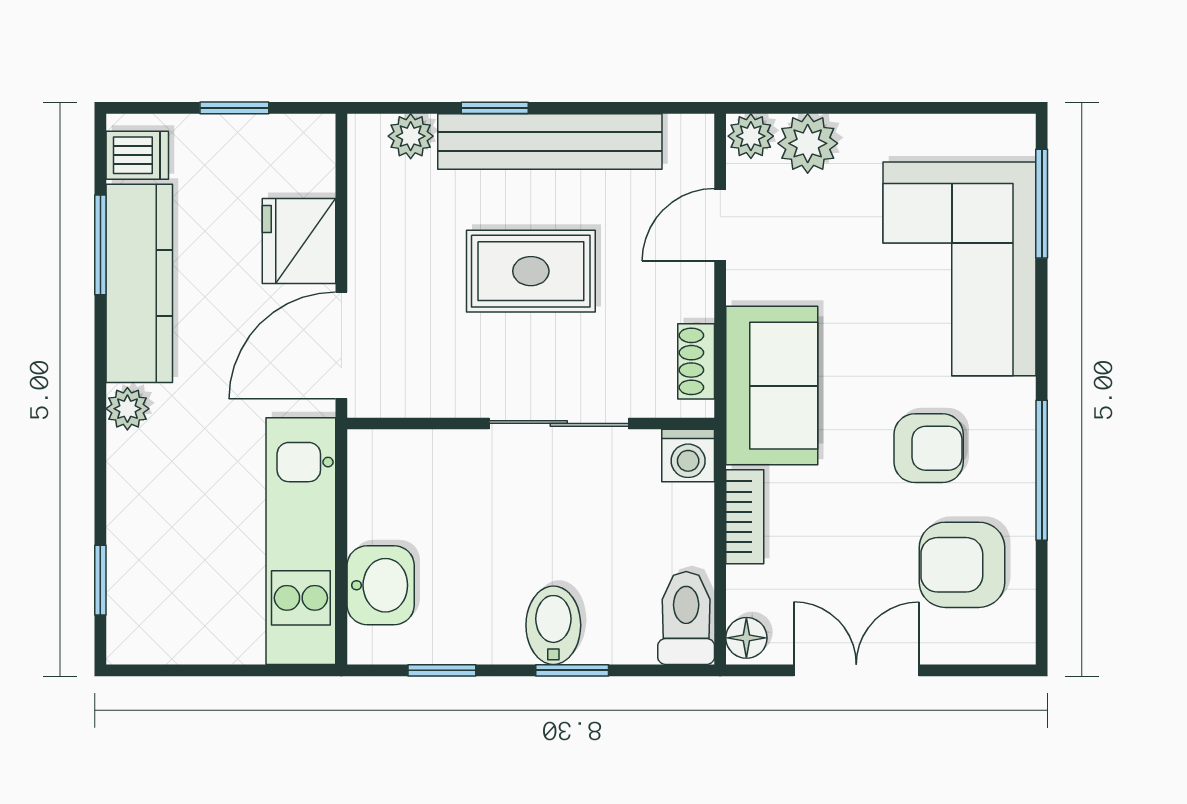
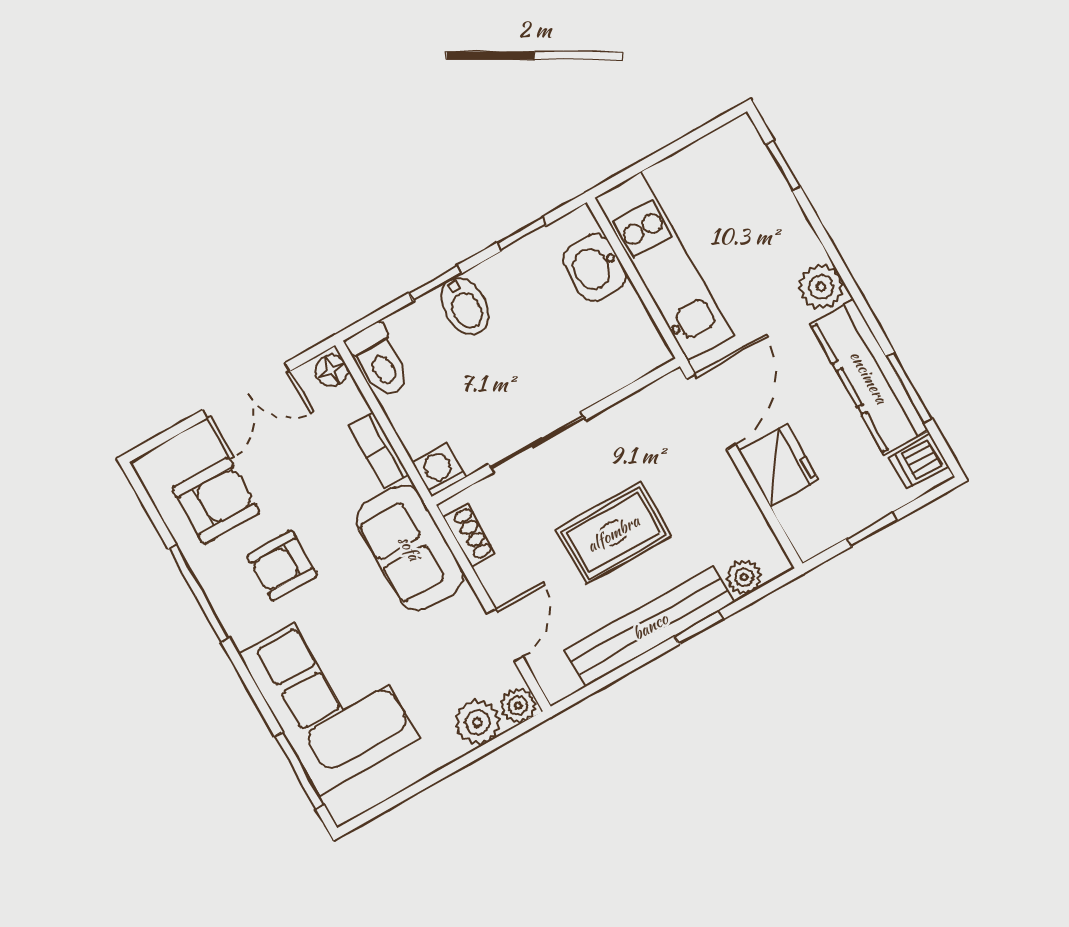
plant: (127, 409) -> (821, 287), width x1.38, depth x1.38

